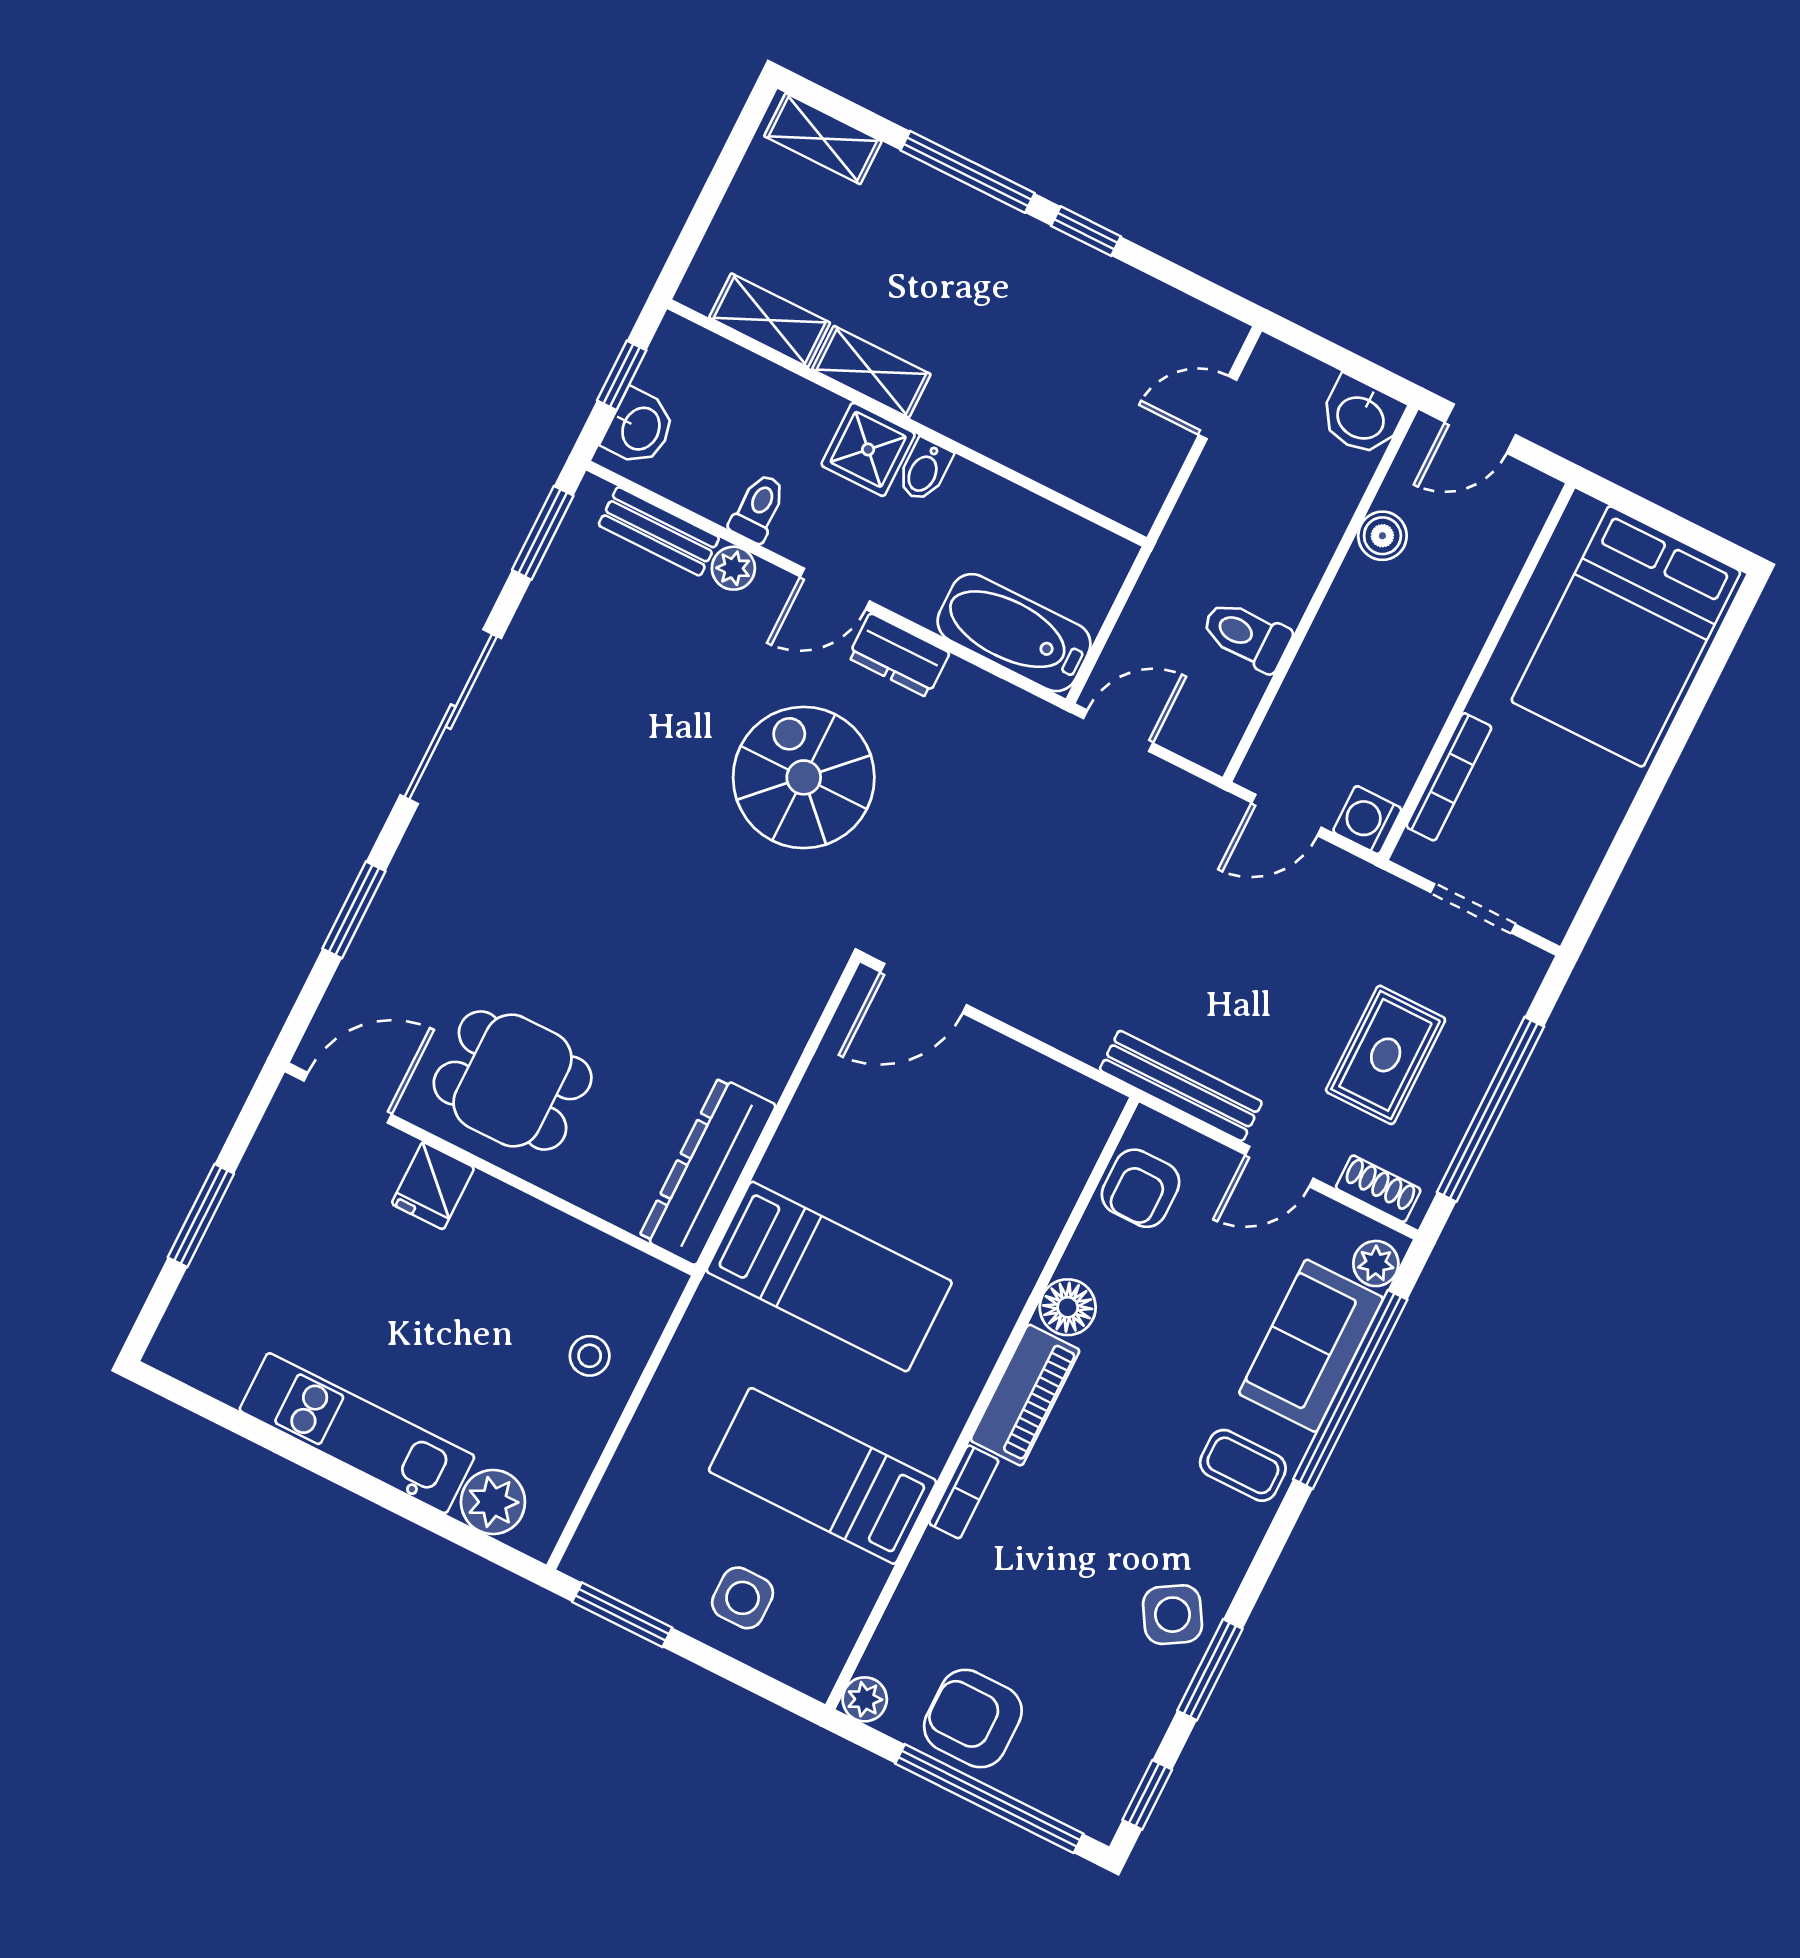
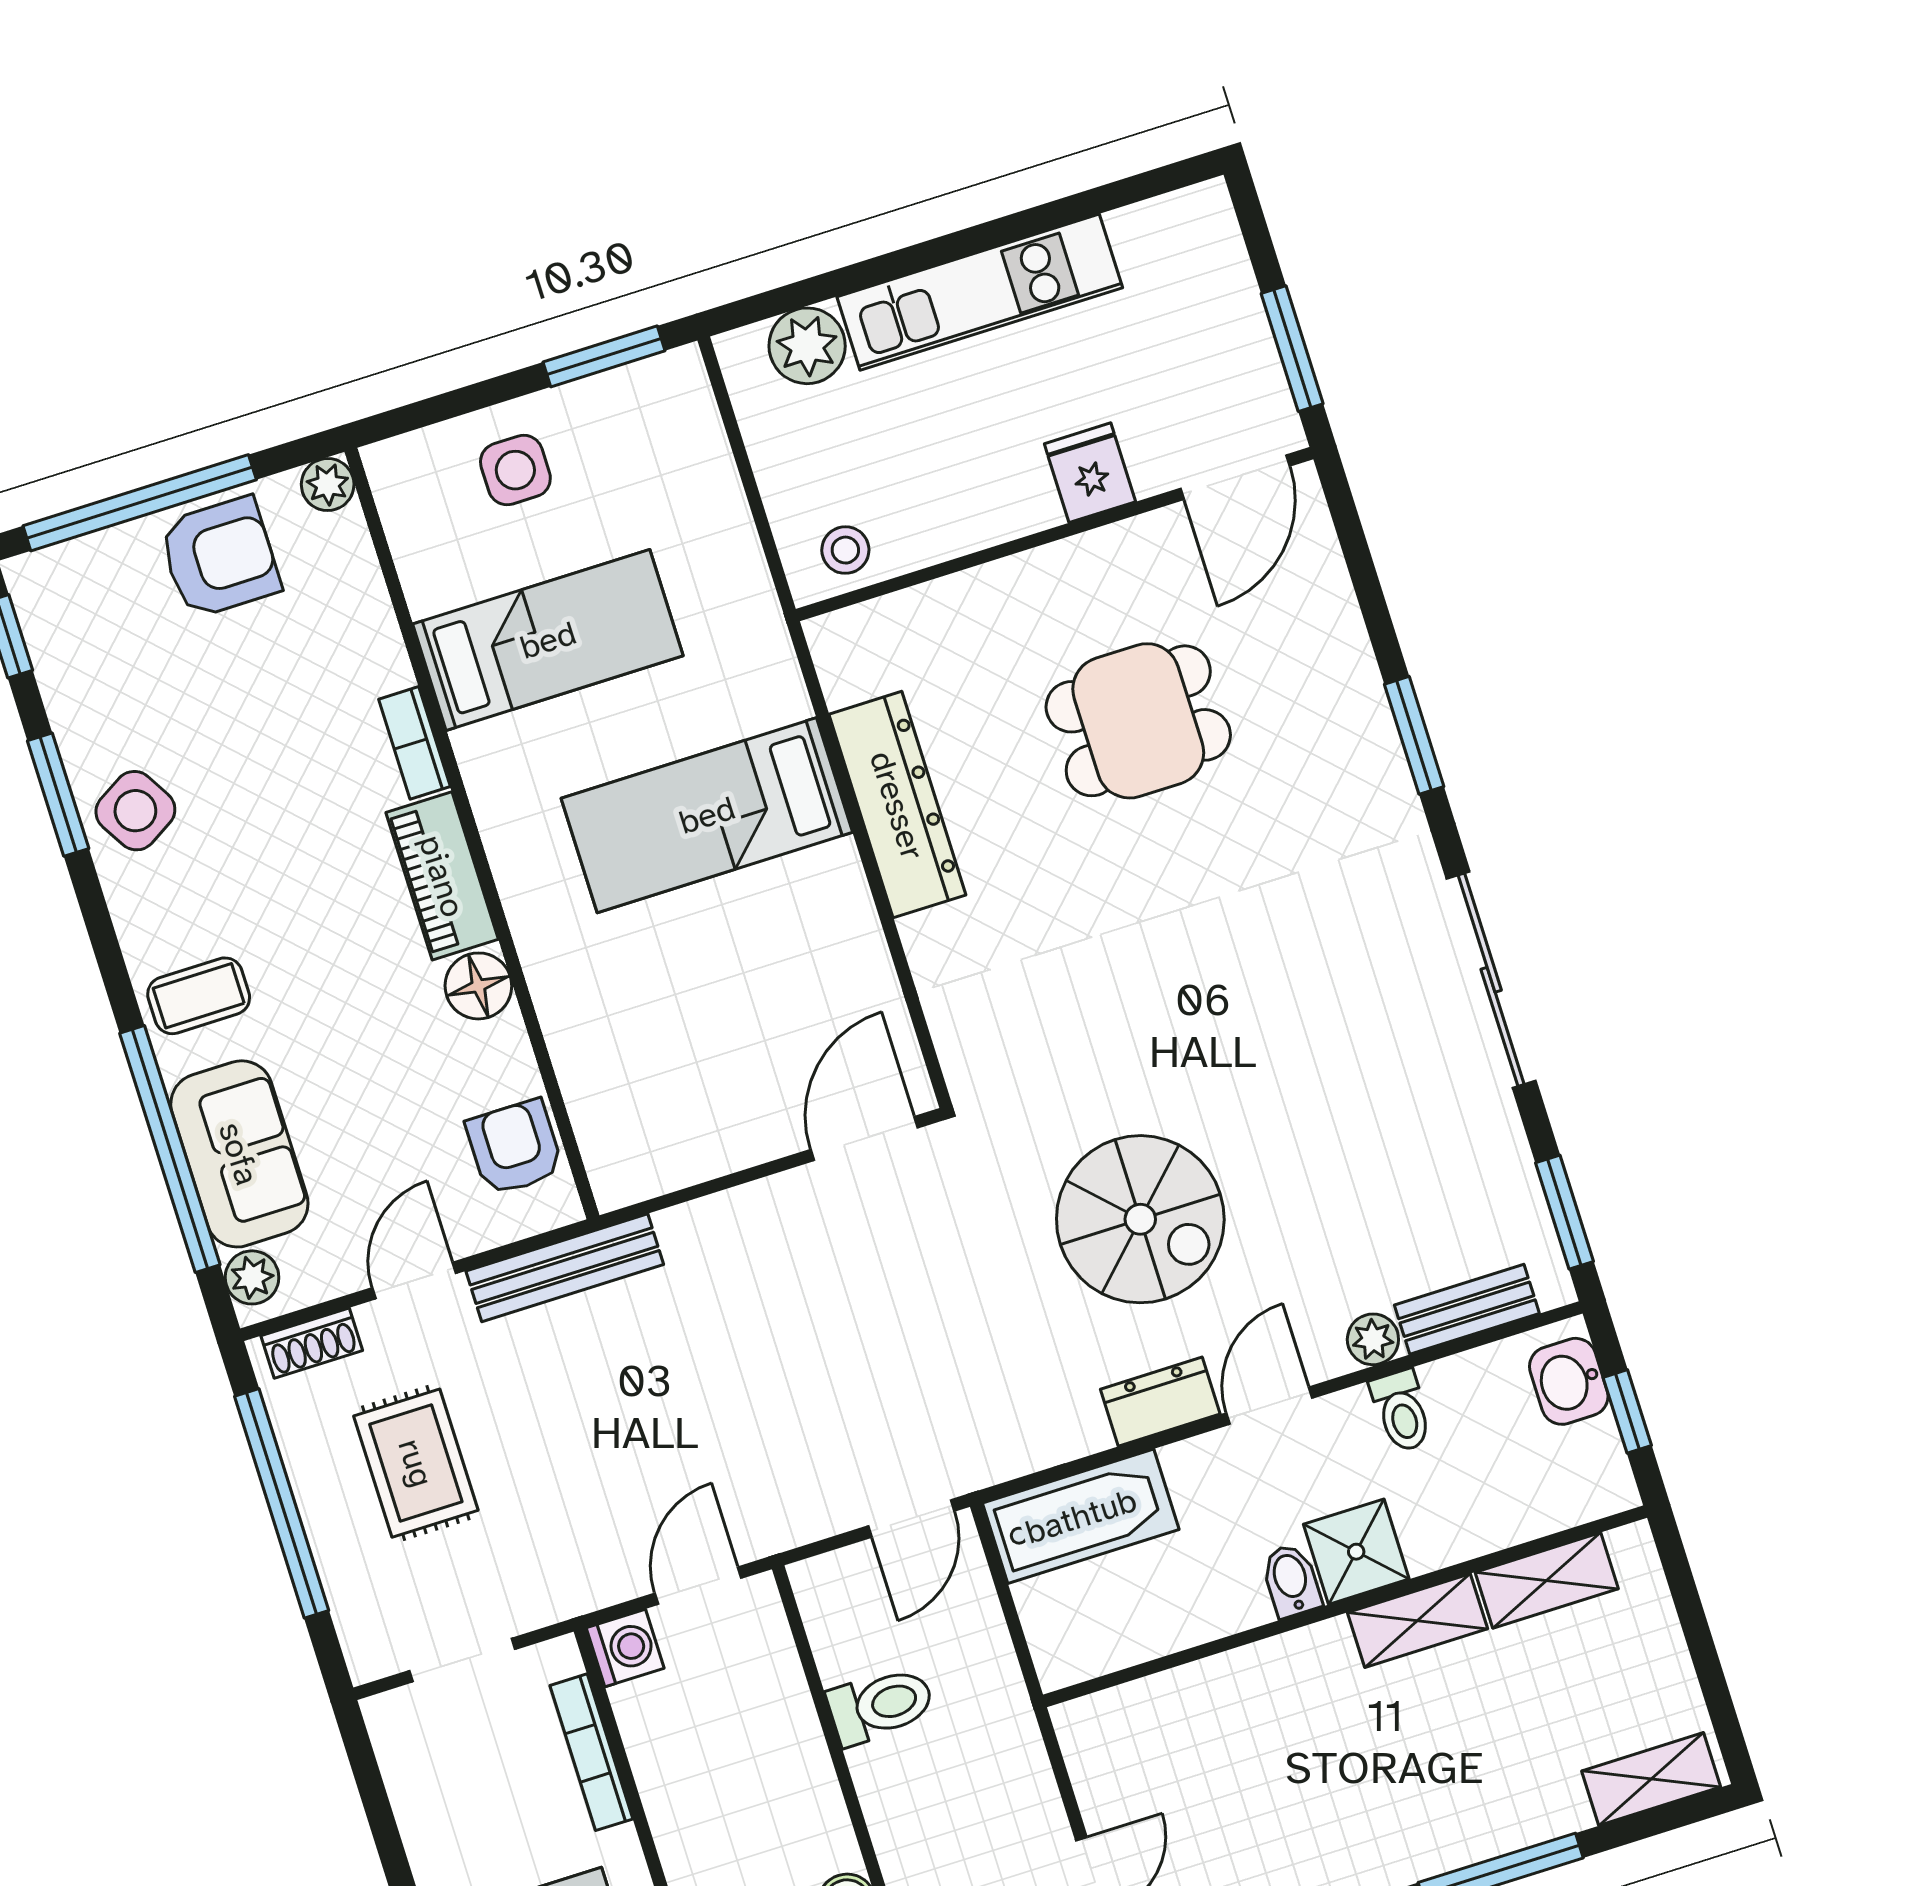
door: (348, 1098) -> (1235, 477), moved
wall: (490, 1169) -> (1055, 534), moved
fridge: (433, 1186) -> (1090, 473), moved

